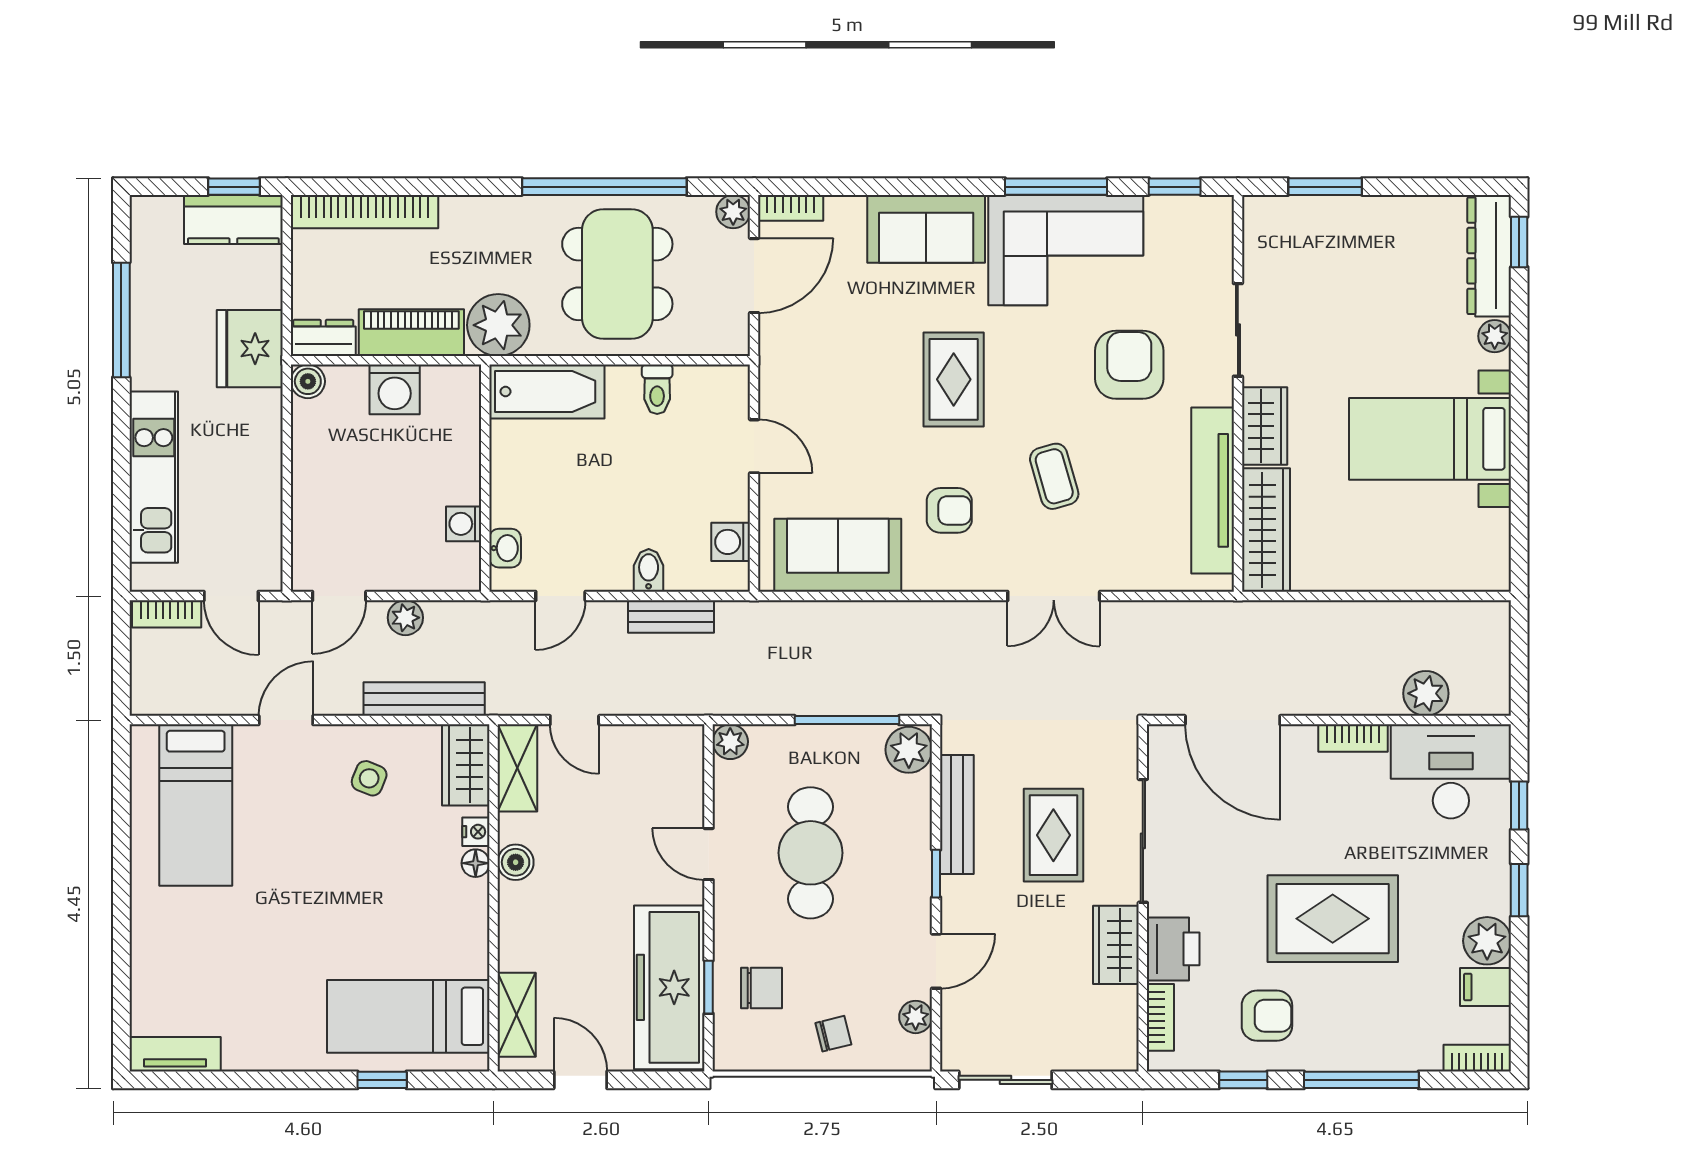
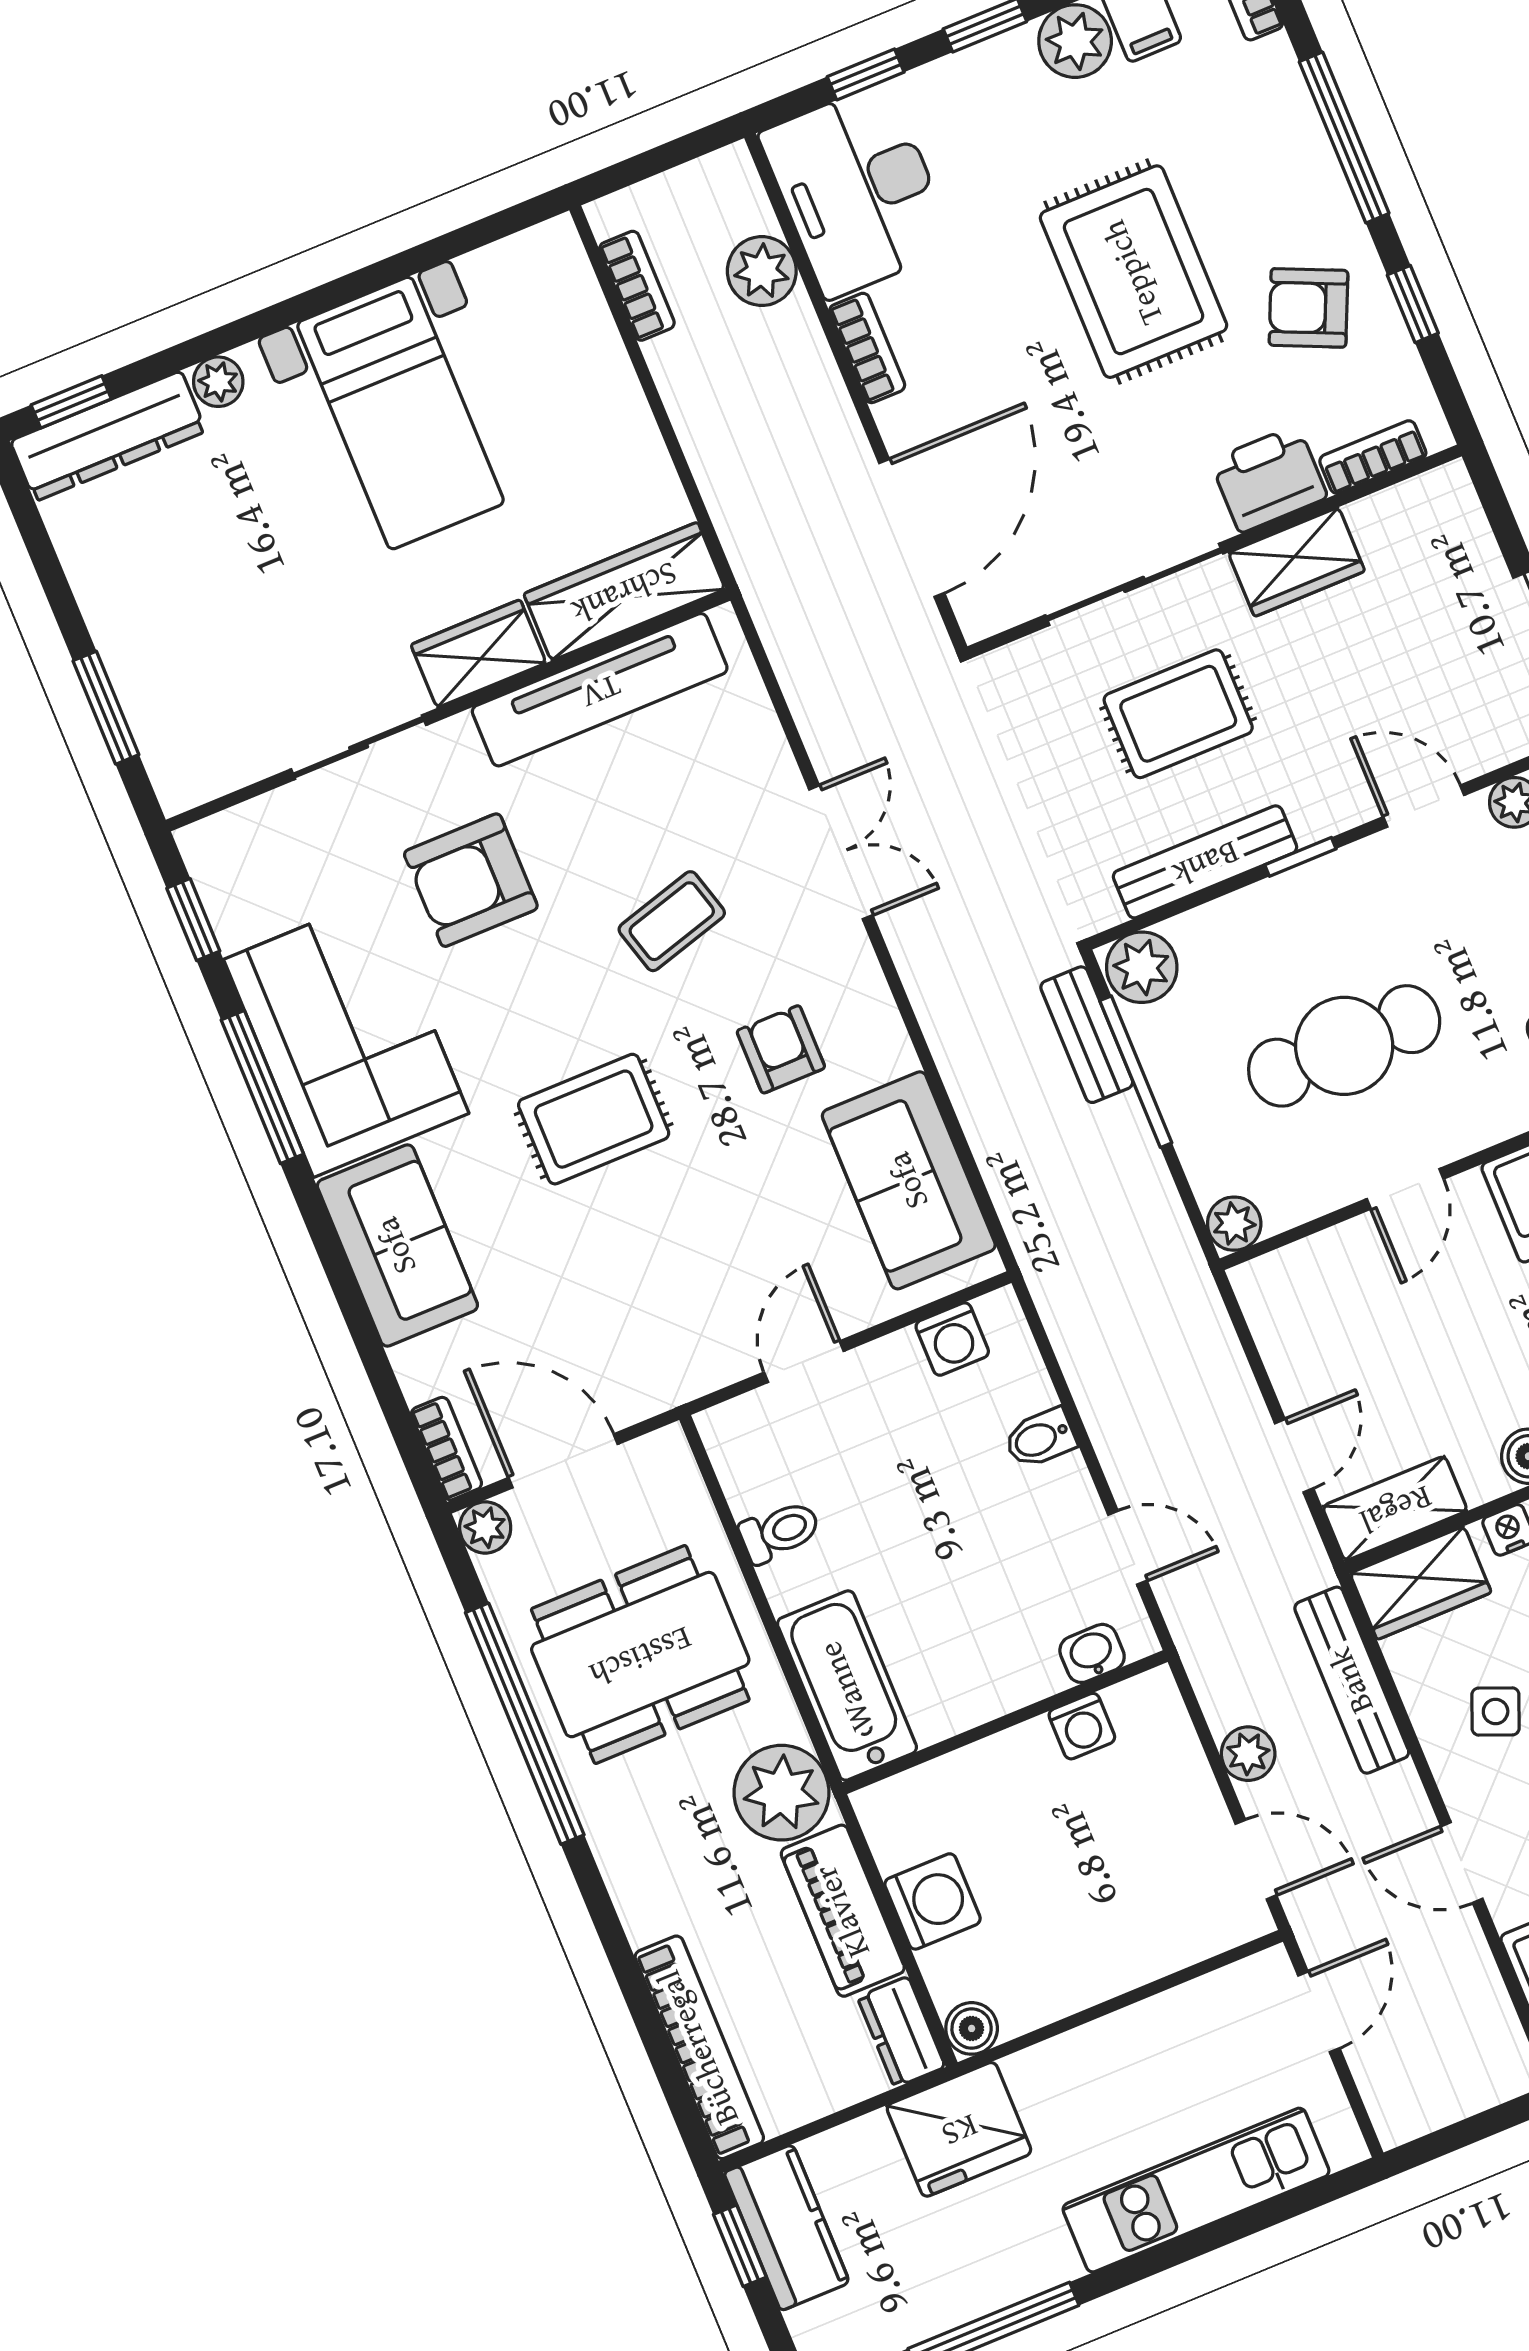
bookcase: (167, 614) -> (637, 286), moved
bench: (671, 617) -> (1087, 1035), moved
armchair: (1267, 1016) -> (1308, 308), turned -66

